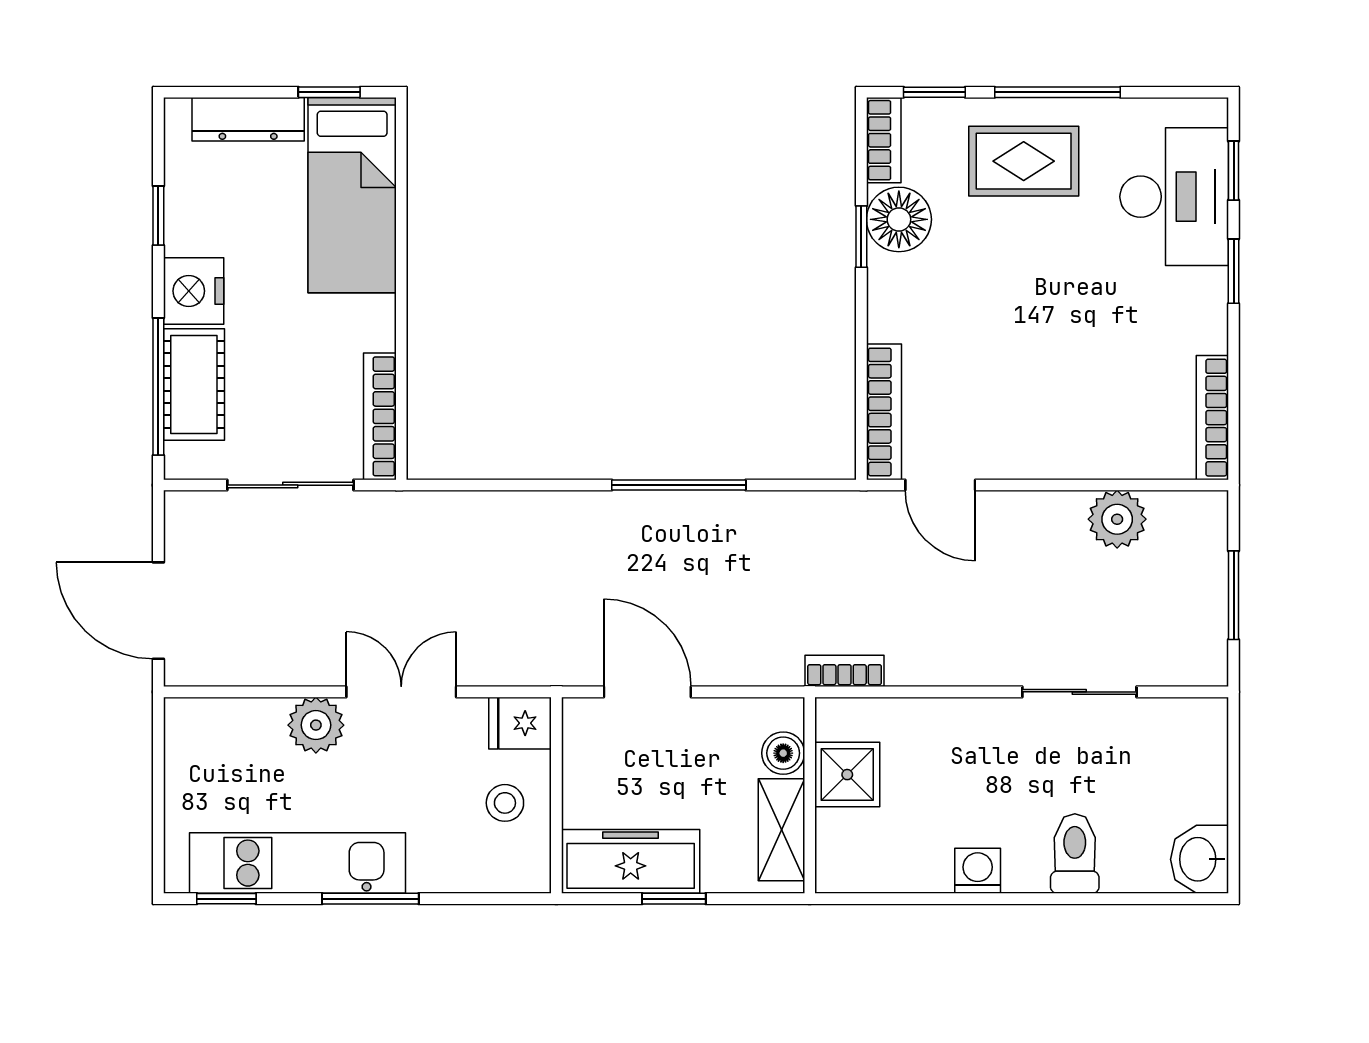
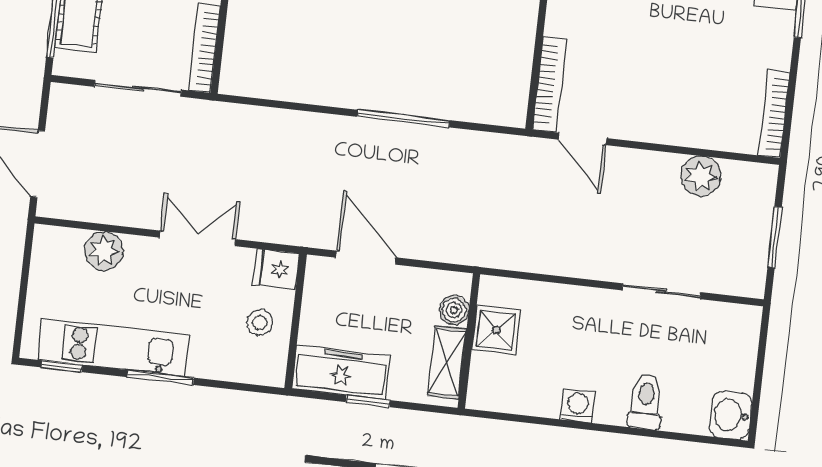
bookcase: (845, 671) -> (502, 259), removed
plant: (316, 725) -> (104, 251), moved

